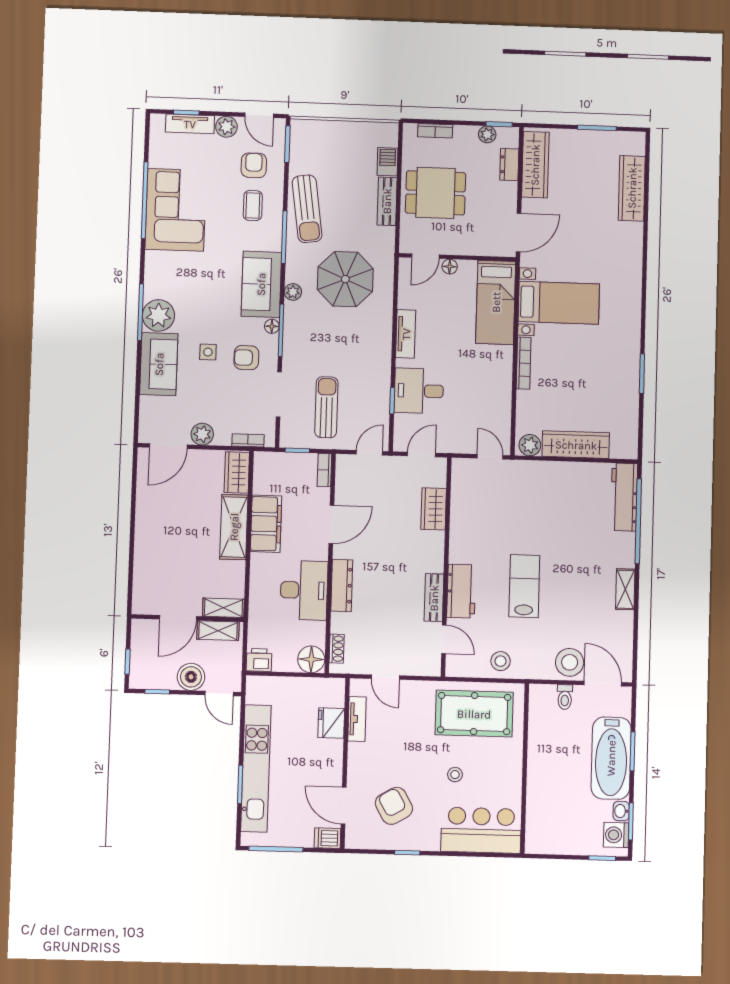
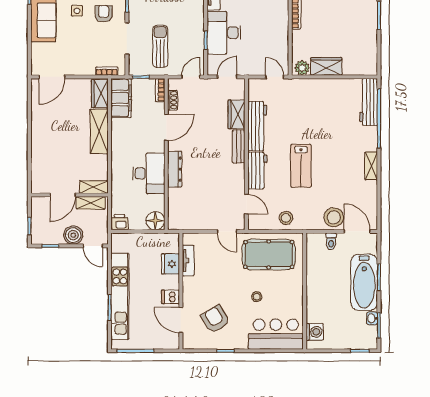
armchair: (246, 358) -> (104, 14), turned 90
desk: (419, 391) -> (224, 33), width x1.37
plant: (202, 434) -> (75, 68), removed
wardrobe: (576, 445) -> (326, 66), width x0.67
filing cabinet: (266, 524) -> (121, 98), moved
workbench: (463, 527) -> (257, 126), added
lab bench: (524, 586) -> (301, 166), turned 180
bench: (434, 598) -> (239, 147), moved
shoe rack: (337, 649) -> (173, 100), moved
door: (385, 677) -> (227, 231), moved
washing machine: (616, 835) -> (315, 332), moved, turned 180
dishwasher: (327, 838) -> (171, 297), moved

